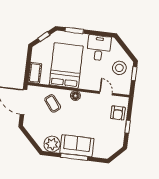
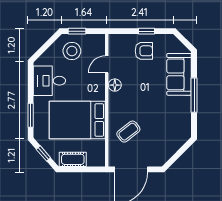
cot: (35, 73) -> (73, 159), moved
floor lamp: (75, 96) -> (115, 85), moved
armchair: (118, 113) -> (144, 51), moved
plant: (52, 144) -> (181, 126), removed
sofa: (77, 146) -> (179, 74), moved

